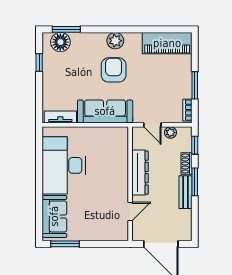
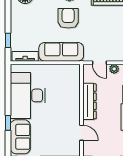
window: (39, 63) -> (8, 40), moved
window: (39, 199) -> (8, 123), added
door: (130, 212) -> (82, 133), hinge flipped

